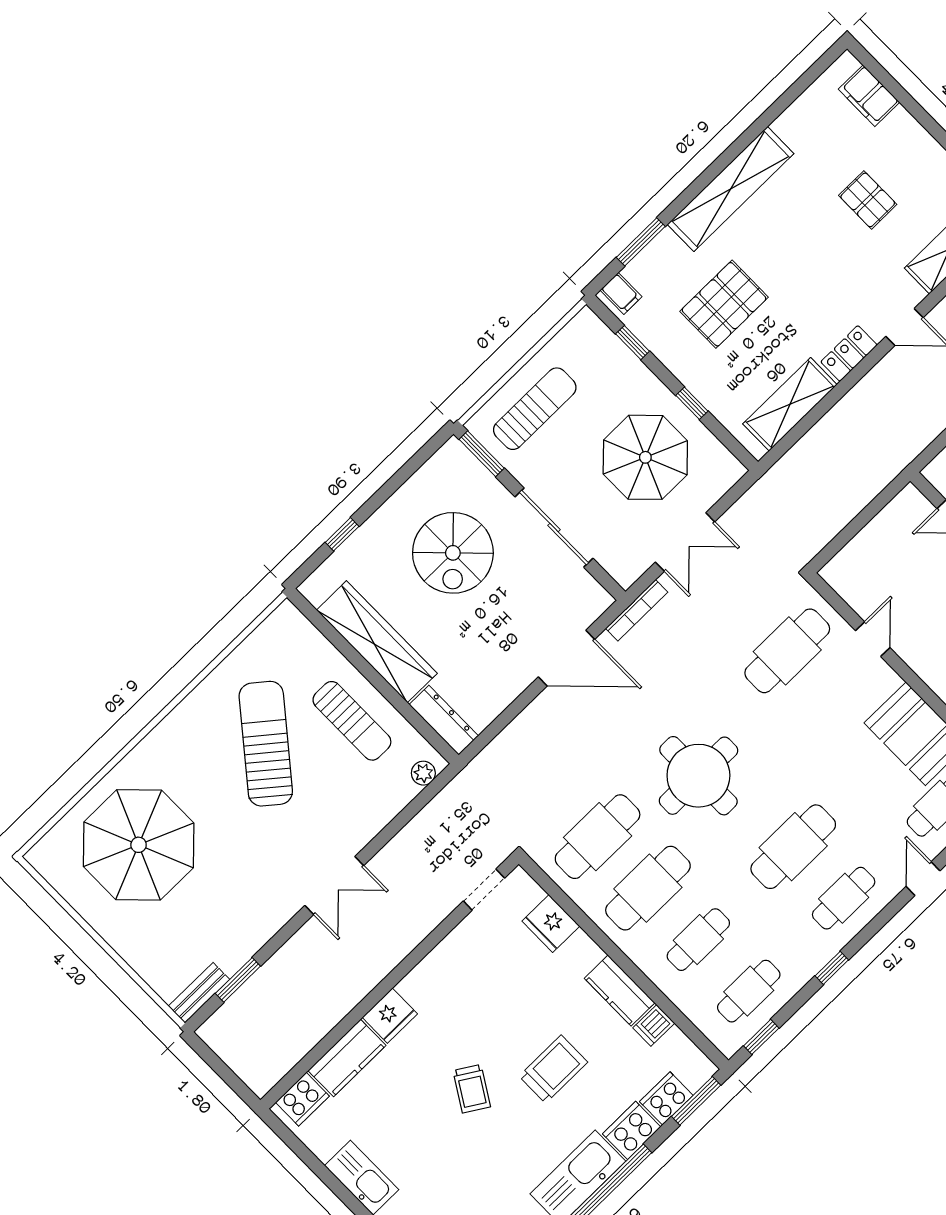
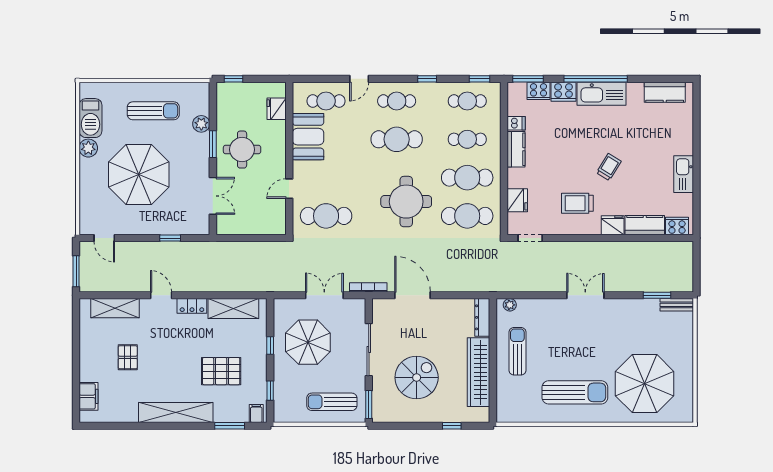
sun lounger: (266, 744) -> (575, 392), moved, turned -129
trolley: (553, 1069) -> (577, 203), moved

